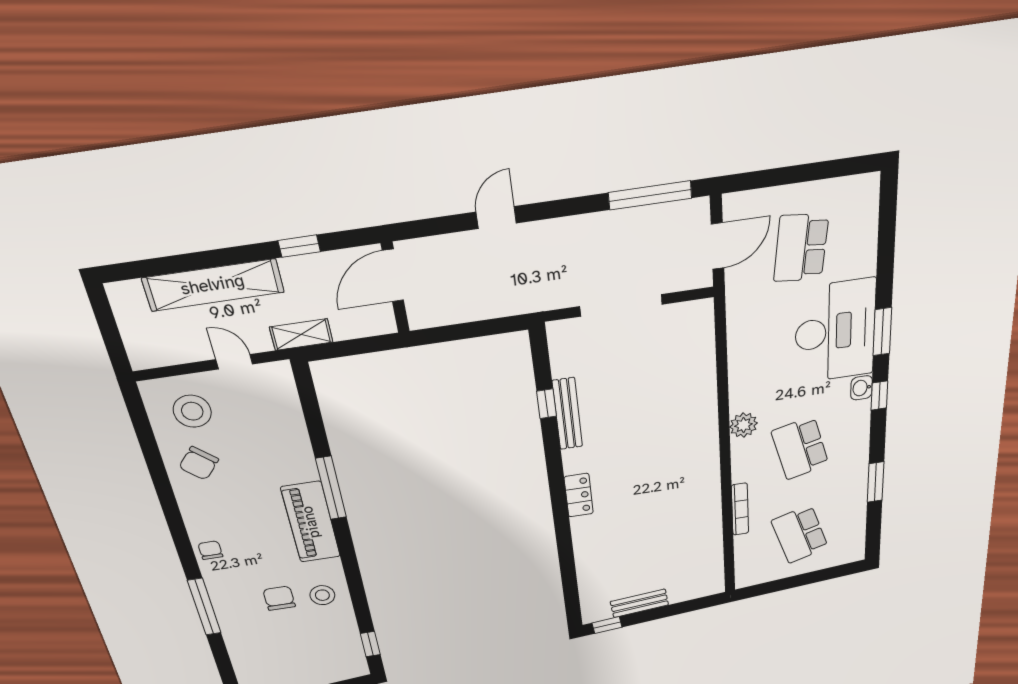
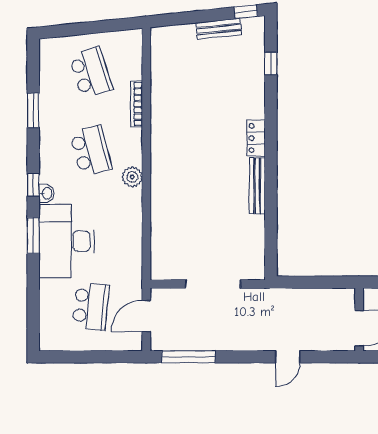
window: (547, 404) -> (271, 64), moved
bench: (567, 414) -> (257, 186), moved

